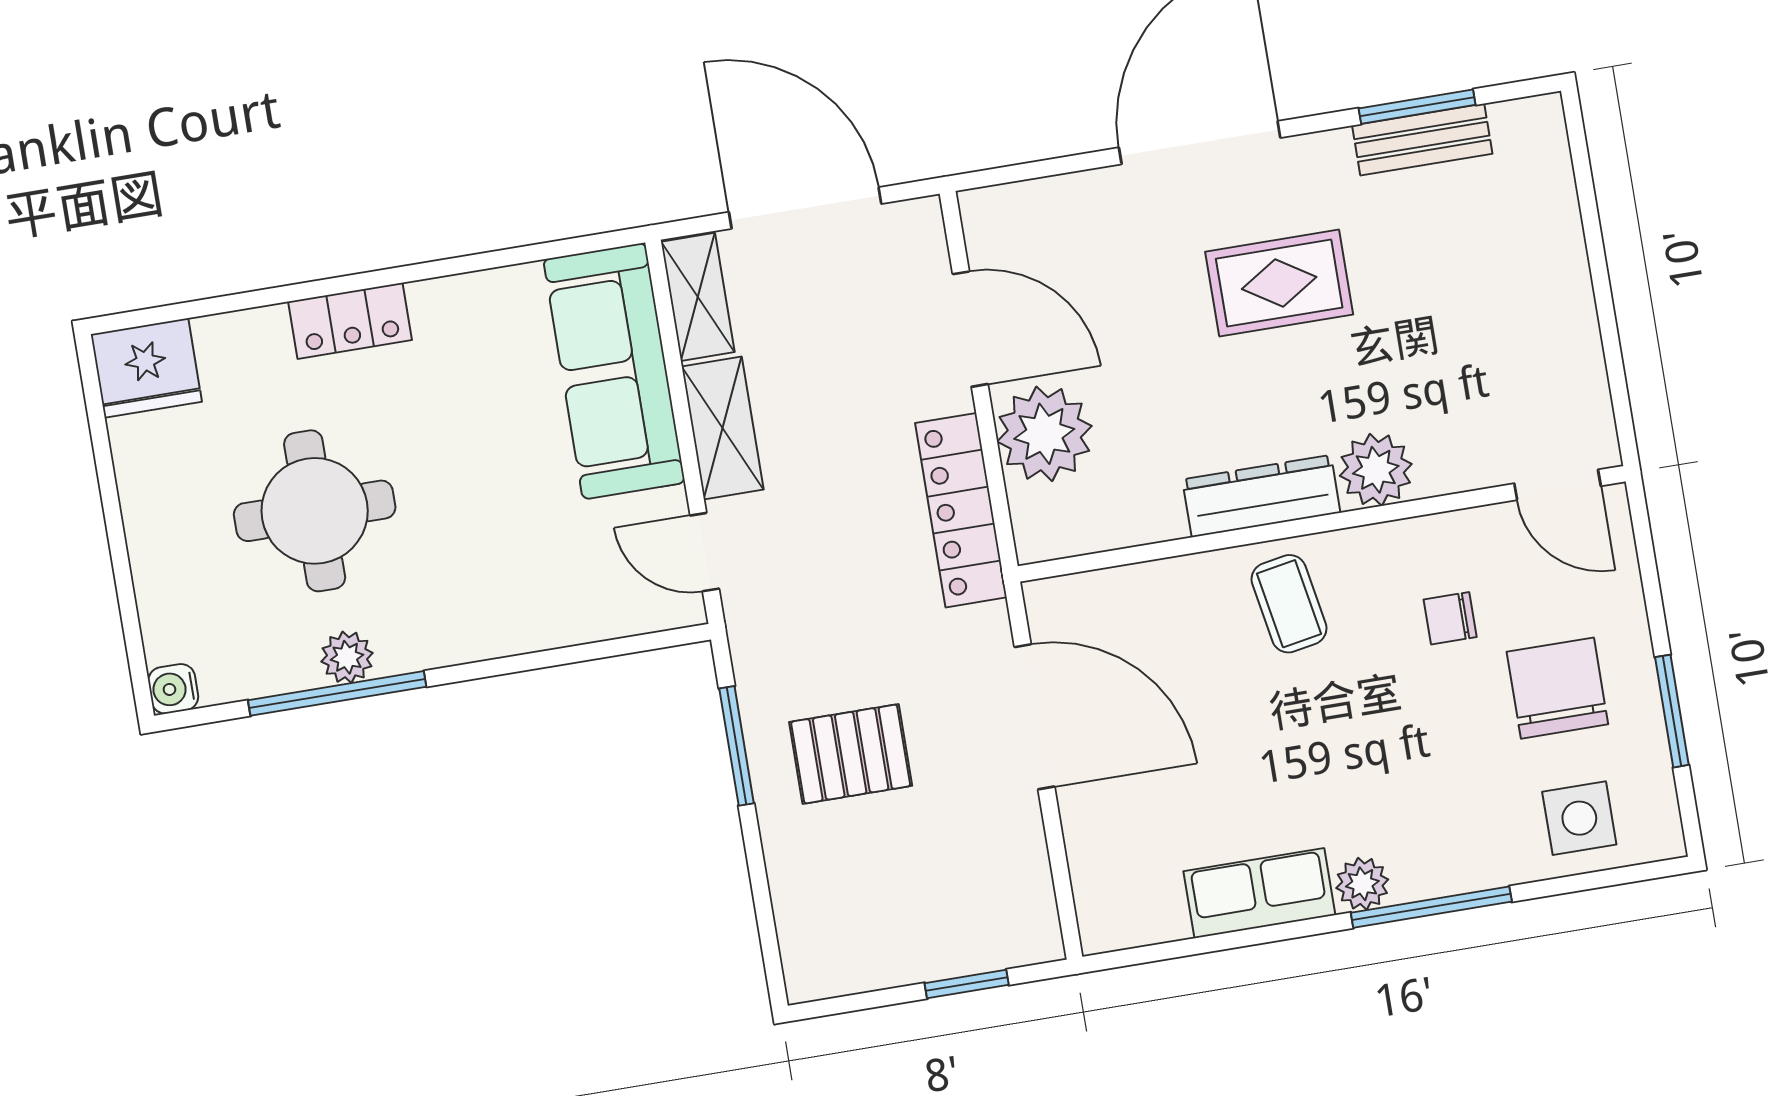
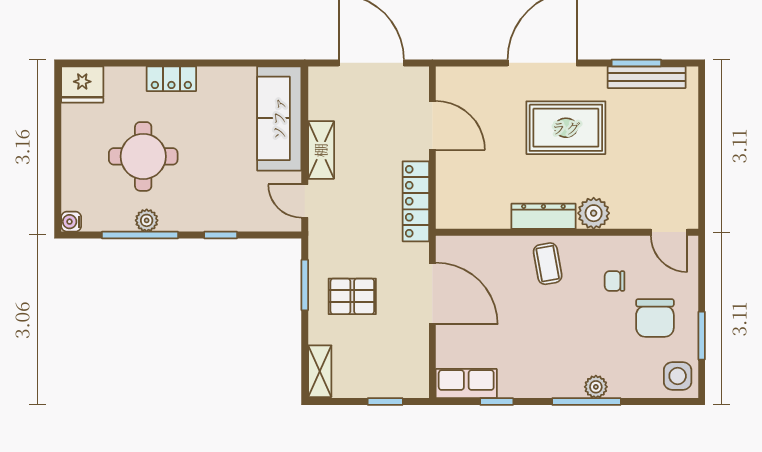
bench: (1422, 140) -> (647, 77), width x1.36
rug: (1279, 283) -> (566, 128), width x1.36, depth x1.43
shelving: (698, 297) -> (320, 371), moved
plant: (1044, 434) -> (456, 175), removed
window: (523, 663) -> (221, 235), added
chair: (1557, 688) -> (655, 318), turned 180
side table: (1579, 818) -> (678, 376), moved
plant: (1362, 884) -> (596, 387), moved
row of seats: (1259, 893) -> (466, 384), moved
window: (1224, 941) -> (497, 401), added

